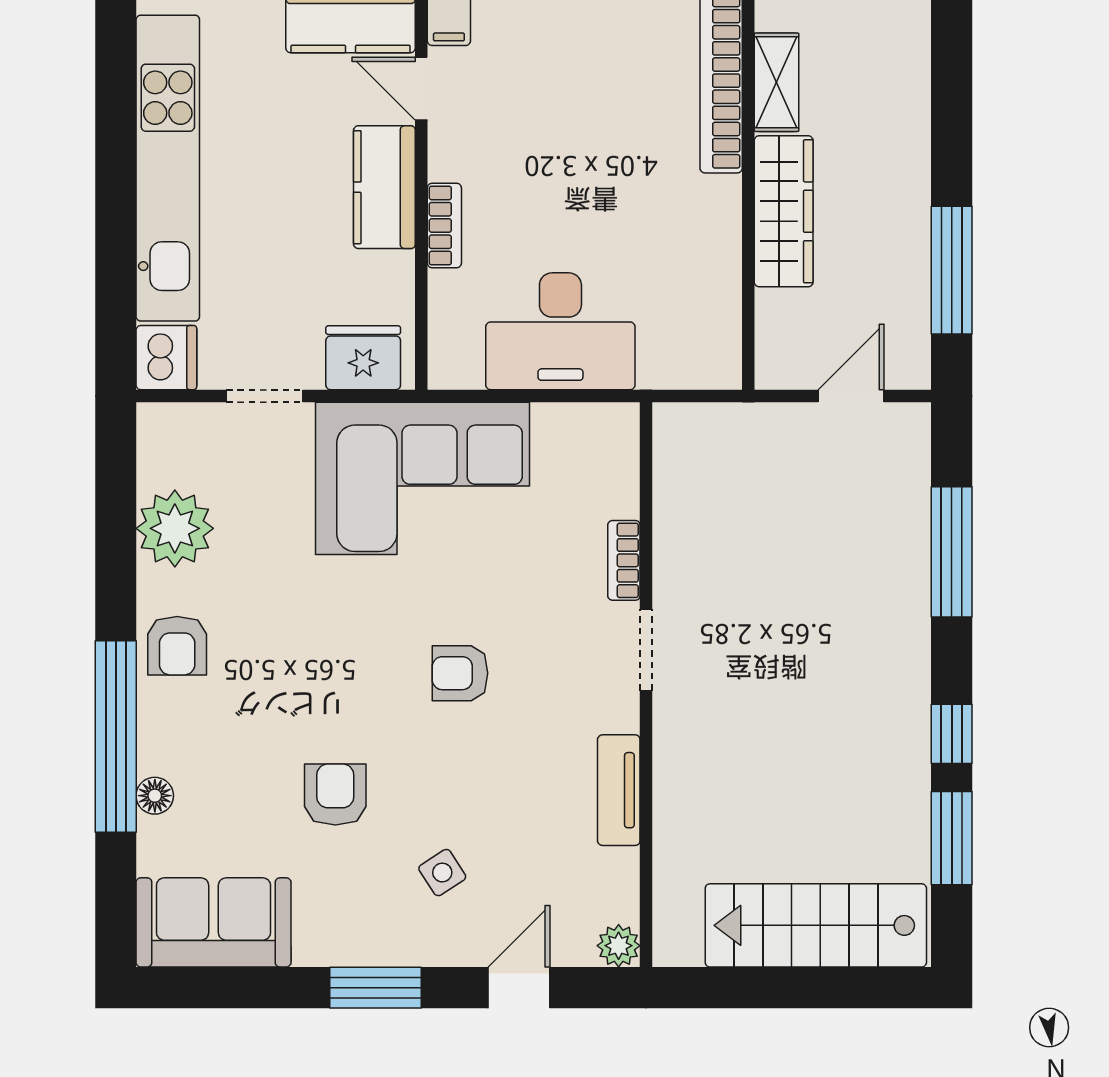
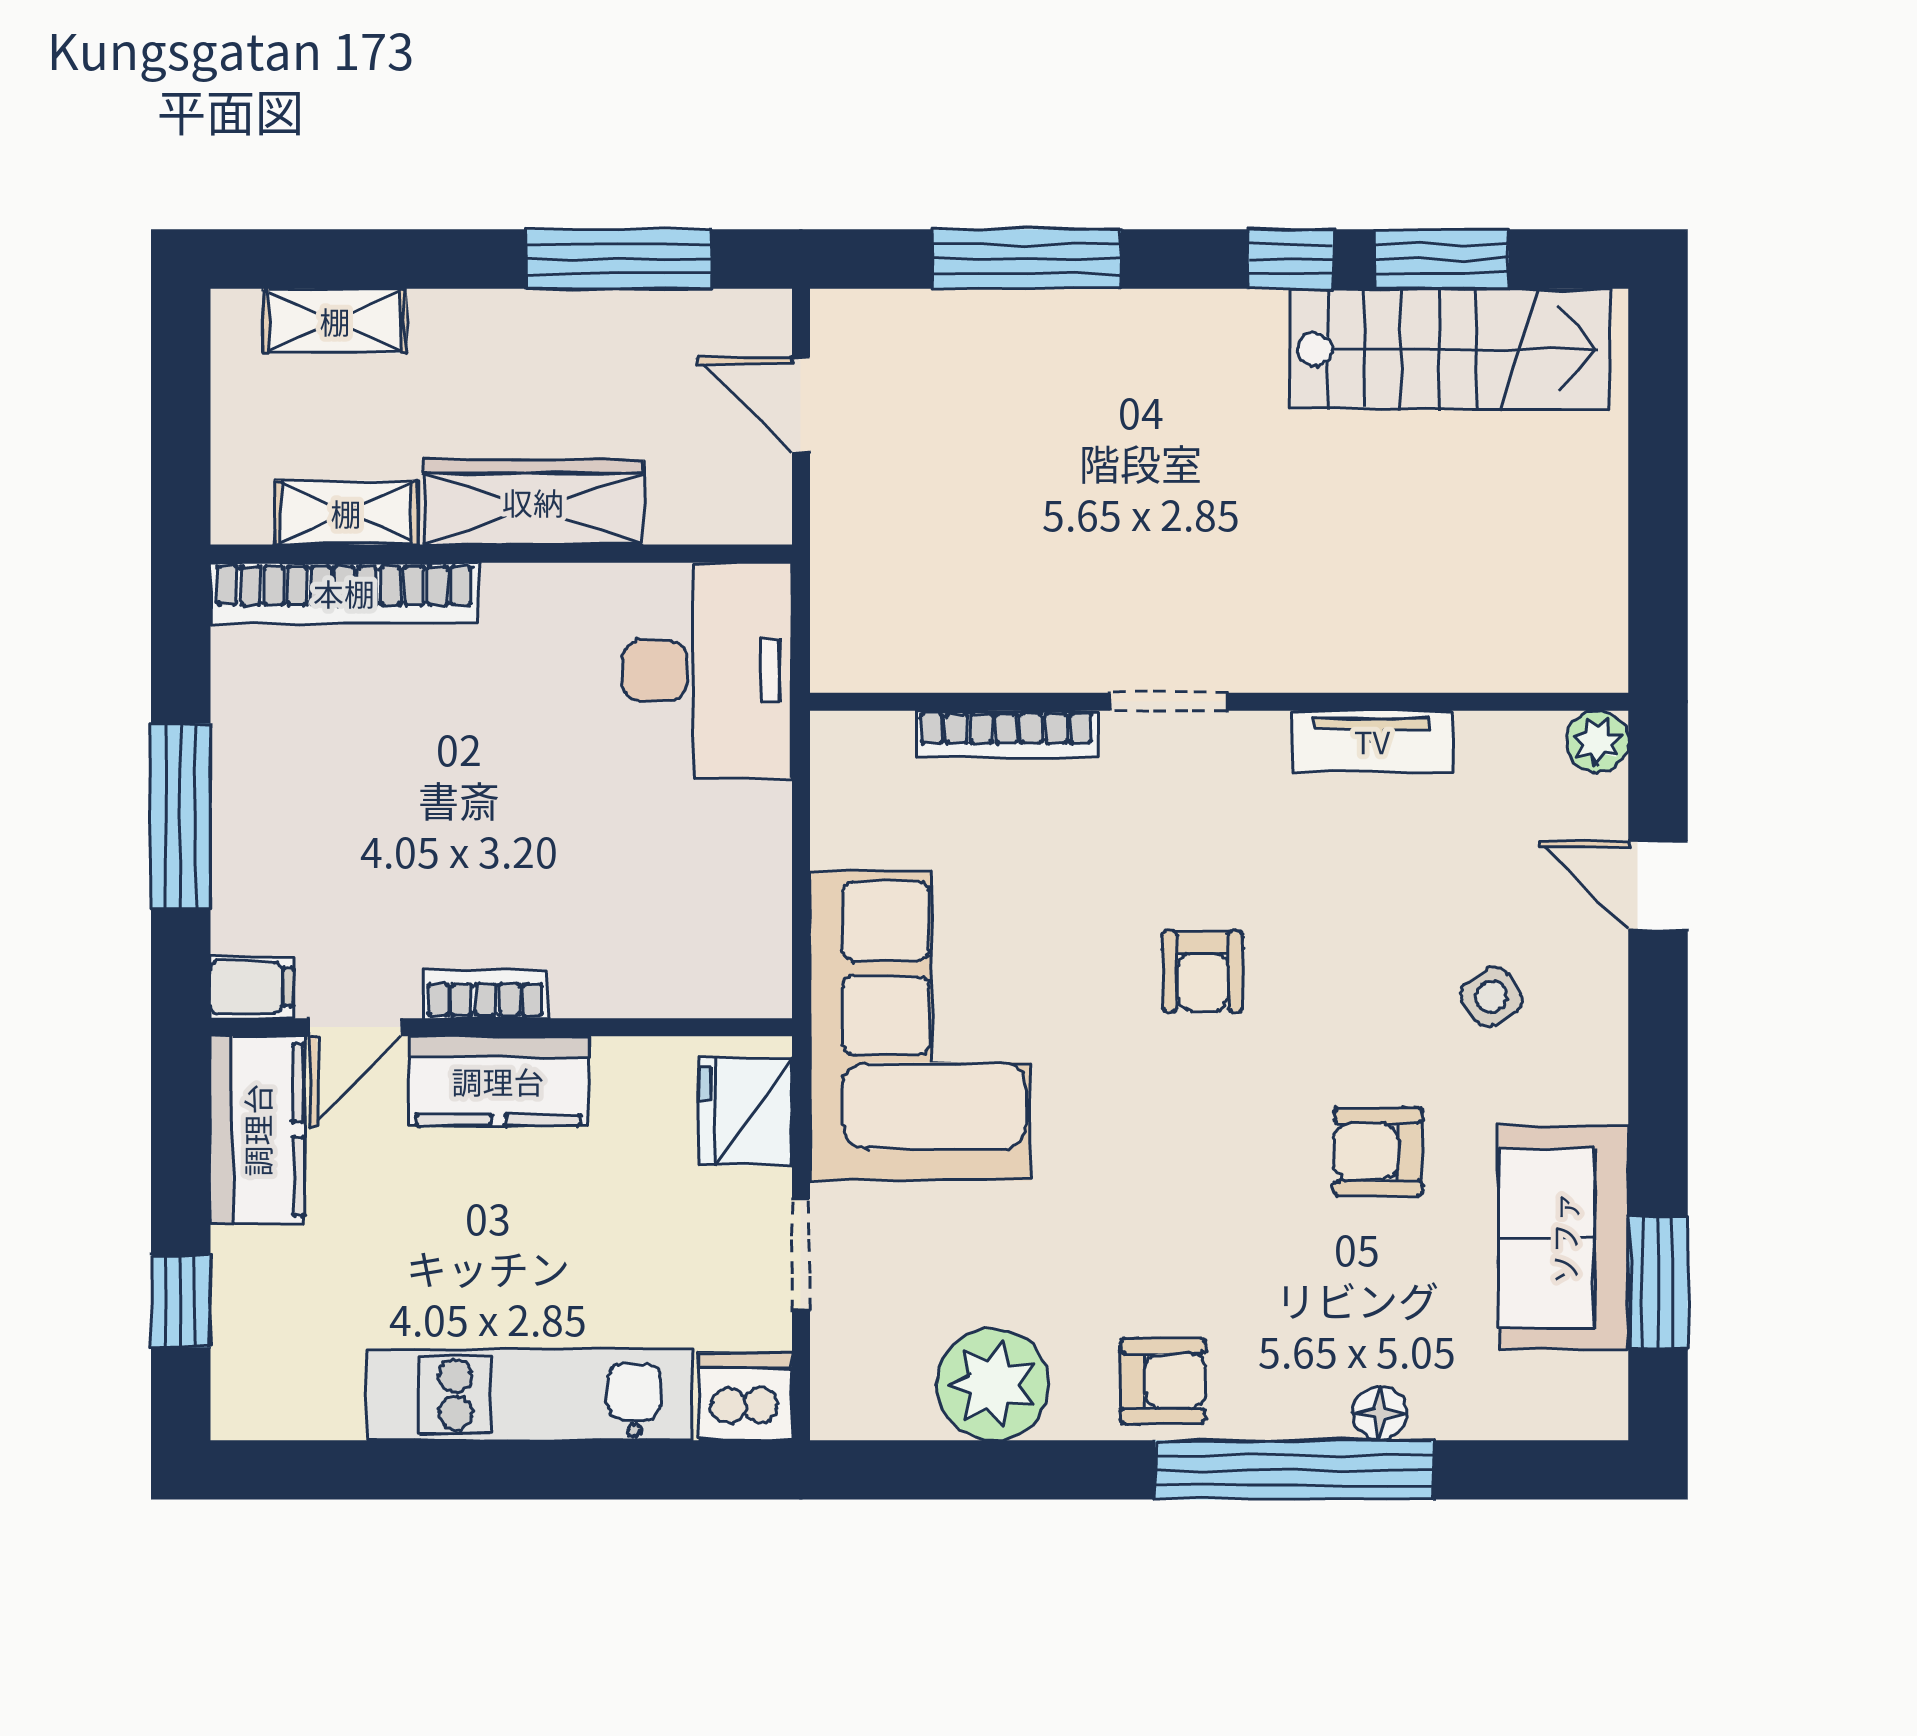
shelving: (909, 74) -> (335, 321), added
kitchen unit: (168, 168) -> (530, 1394), width x0.73
bookcase: (444, 225) -> (485, 994), moved
desk: (560, 331) -> (707, 670), moved
bookcase: (624, 560) -> (1006, 734), width x1.56
sofa: (214, 922) -> (1564, 1238), moved
stairs: (816, 925) -> (1449, 349), moved, turned -90
window: (375, 988) -> (1658, 1283), moved

